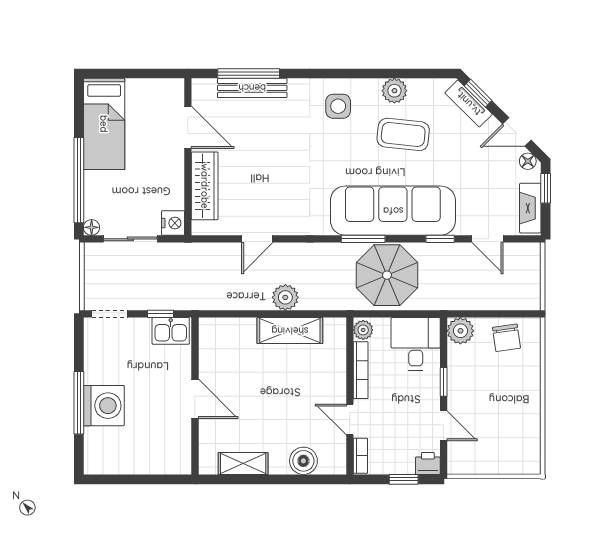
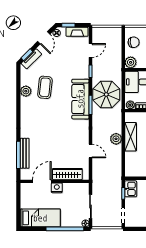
side table: (338, 106) -> (33, 116), removed
sofa: (393, 211) -> (80, 99), width x0.74, depth x0.79
nightstand: (173, 223) -> (57, 188), moved

